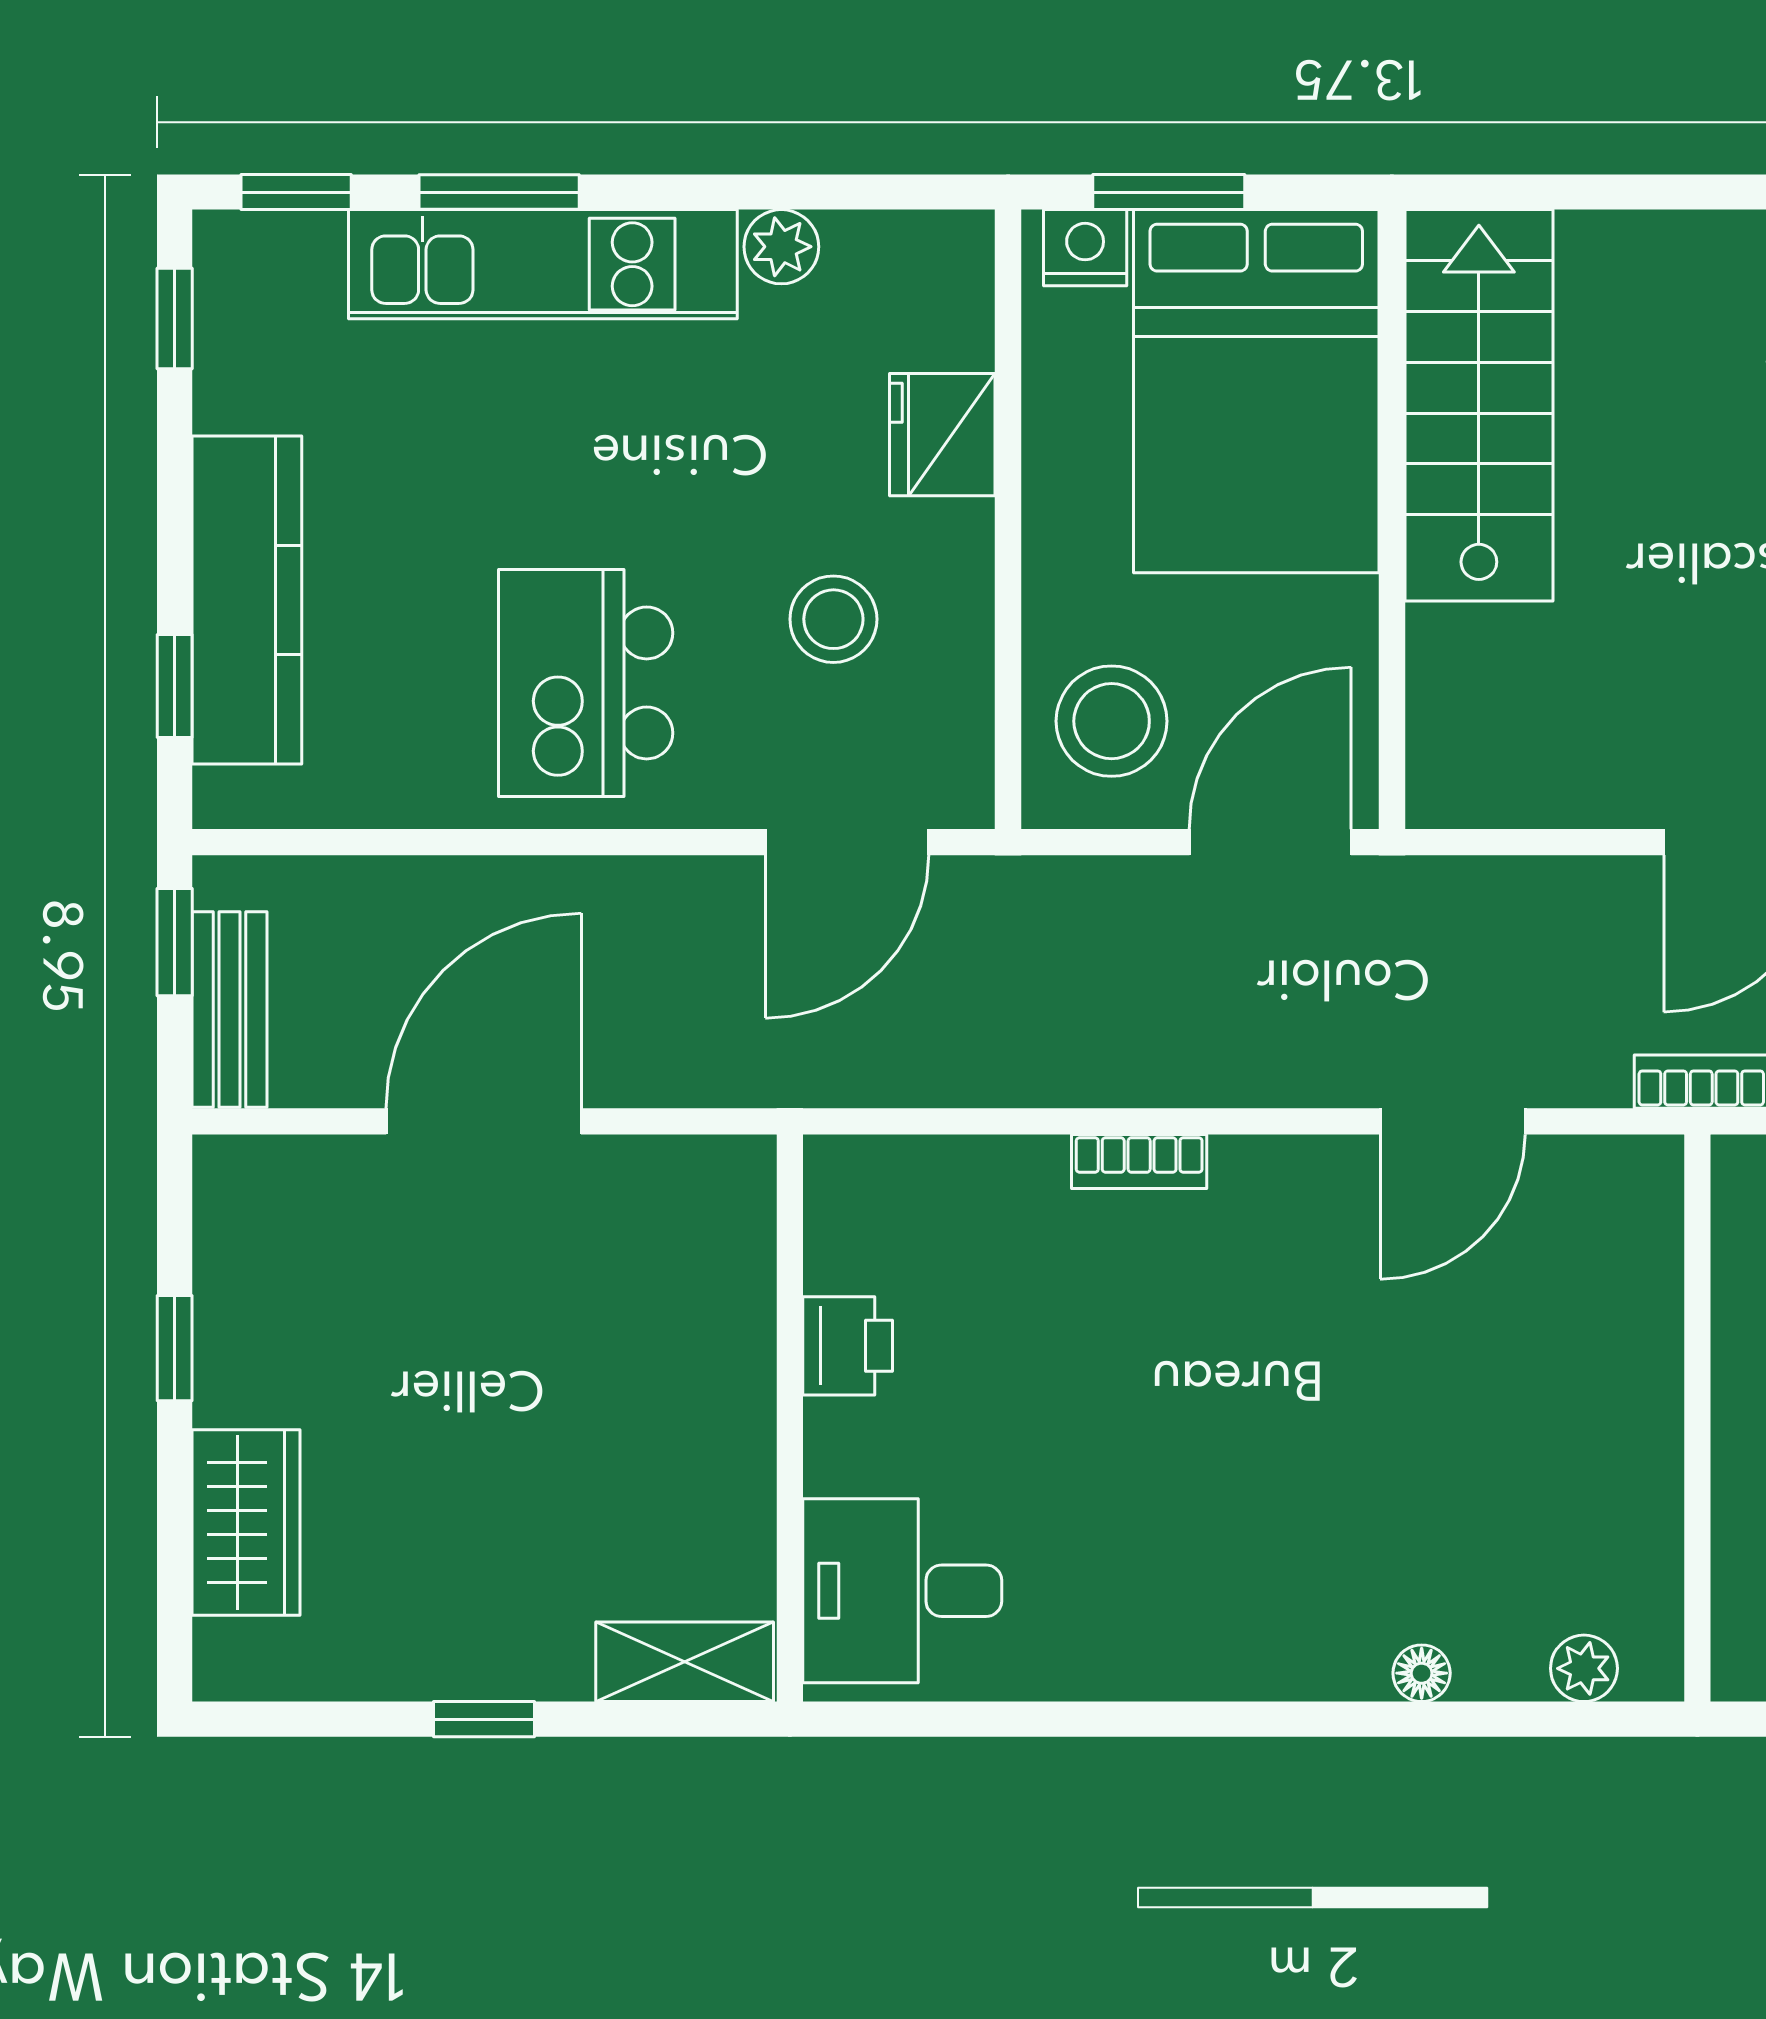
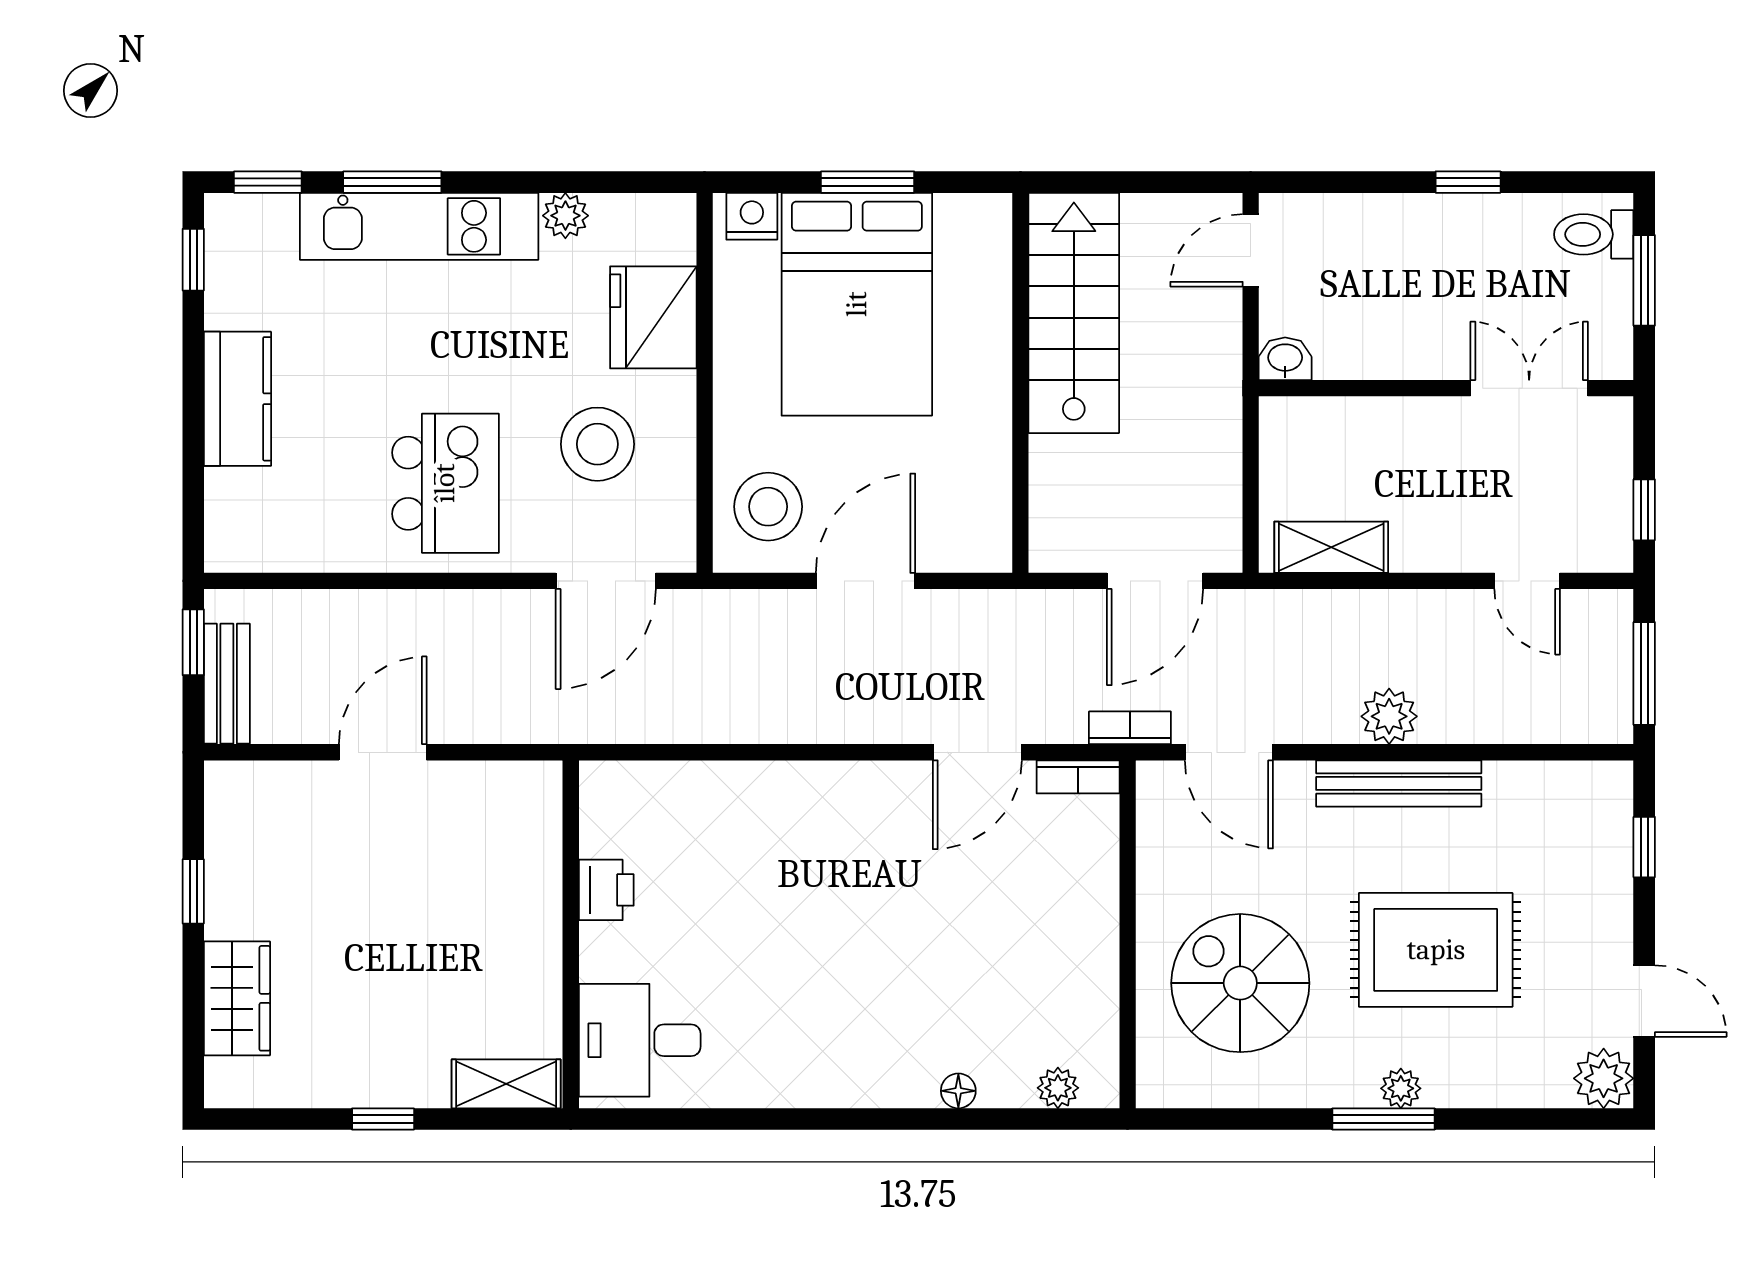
window: (1169, 192) -> (868, 182), moved
stairs: (1479, 405) -> (1074, 313), moved
fridge: (942, 435) -> (653, 317), width x1.36, depth x1.34
wall: (1392, 519) -> (1020, 383), moved
kitchen counter: (247, 600) -> (238, 399), width x0.67
stool: (833, 619) -> (597, 444), width x1.38, depth x1.38
kitchen island: (586, 683) -> (445, 483), turned 180
window: (175, 686) -> (193, 485), removed
door: (484, 1121) -> (383, 752), width x0.73
bookcase: (1139, 1161) -> (1078, 777), moved

